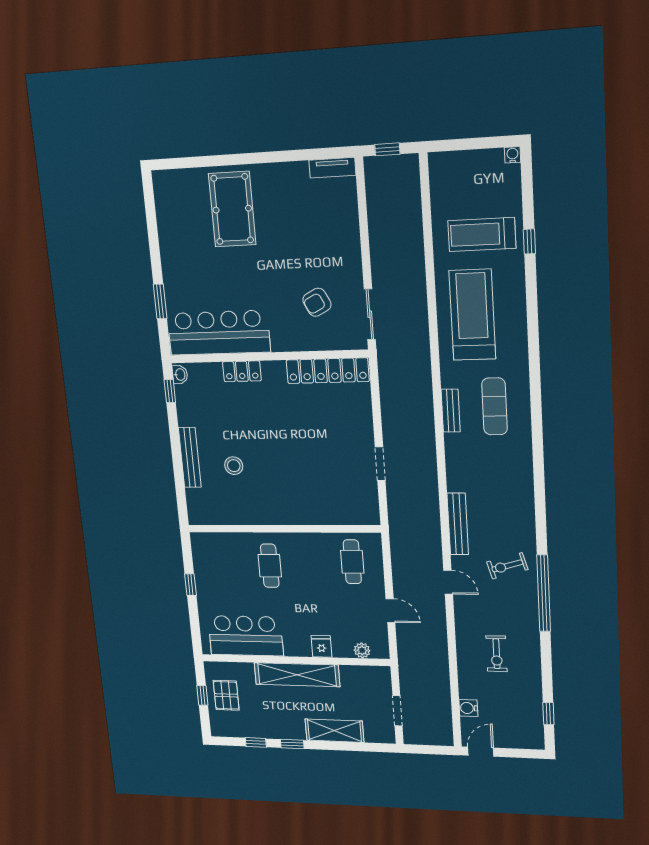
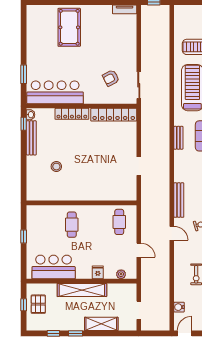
locker: (242, 371) -> (72, 114), width x1.53
bench: (190, 457) -> (31, 138), moved

